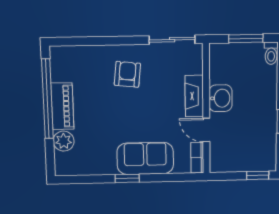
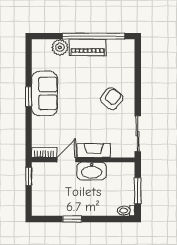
armchair: (127, 74) -> (112, 99), turned -57
washbasin: (221, 98) -> (92, 171), width x1.38
sofa: (145, 158) -> (45, 93), moved
window: (258, 175) -> (29, 176), moved

